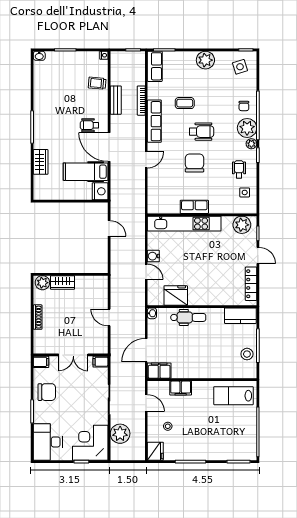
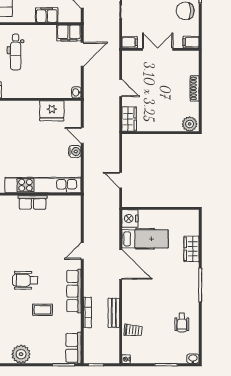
wheelchair: (89, 125) -> (182, 323), moved, turned 90
chair: (194, 163) -> (32, 248), removed
wardrobe: (62, 282) -> (129, 119), moved, turned 90
dental chair: (188, 317) -> (16, 52), moved, turned -90

